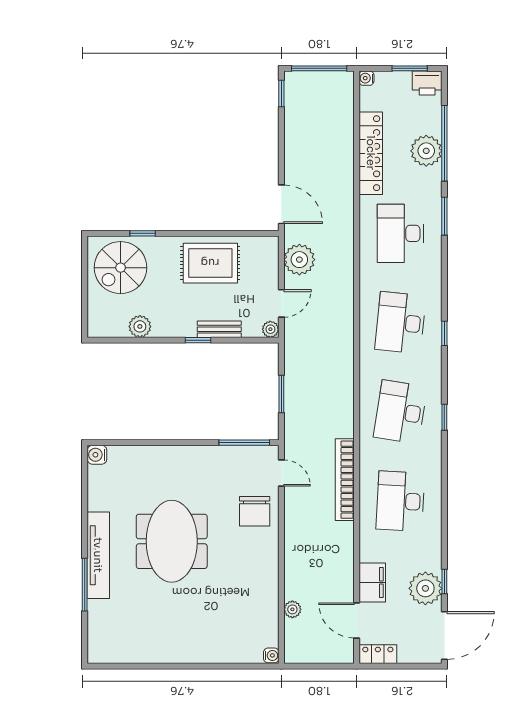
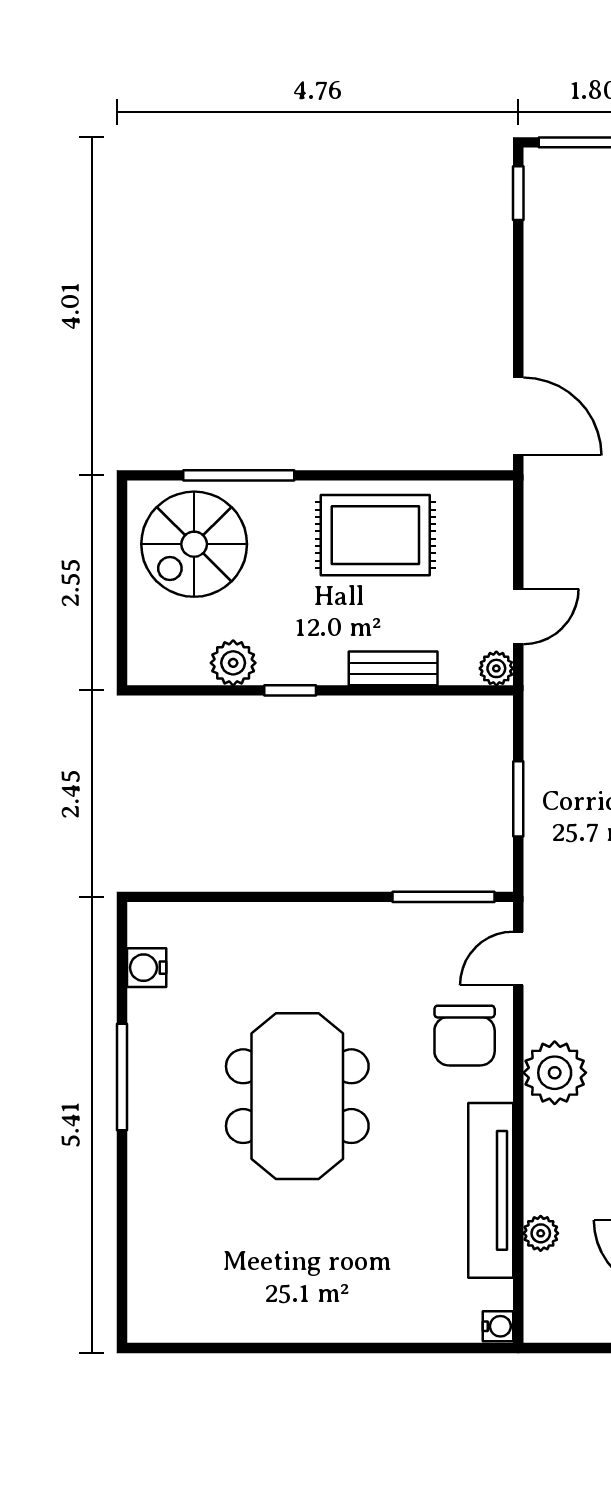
window: (143, 233) -> (239, 475), width x2.17
plant: (299, 260) -> (555, 1073), moved
window: (198, 340) -> (290, 690), moved
water cooler: (97, 455) -> (147, 968), moved
door: (281, 473) -> (518, 958), swing flipped
tv unit: (98, 555) -> (491, 1190), moved, turned 180
window: (85, 585) -> (122, 1077), moved

